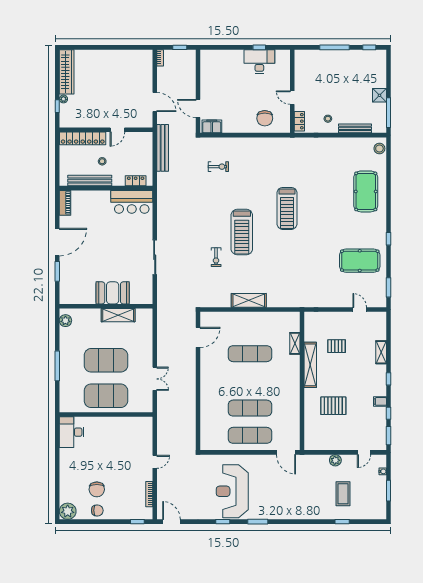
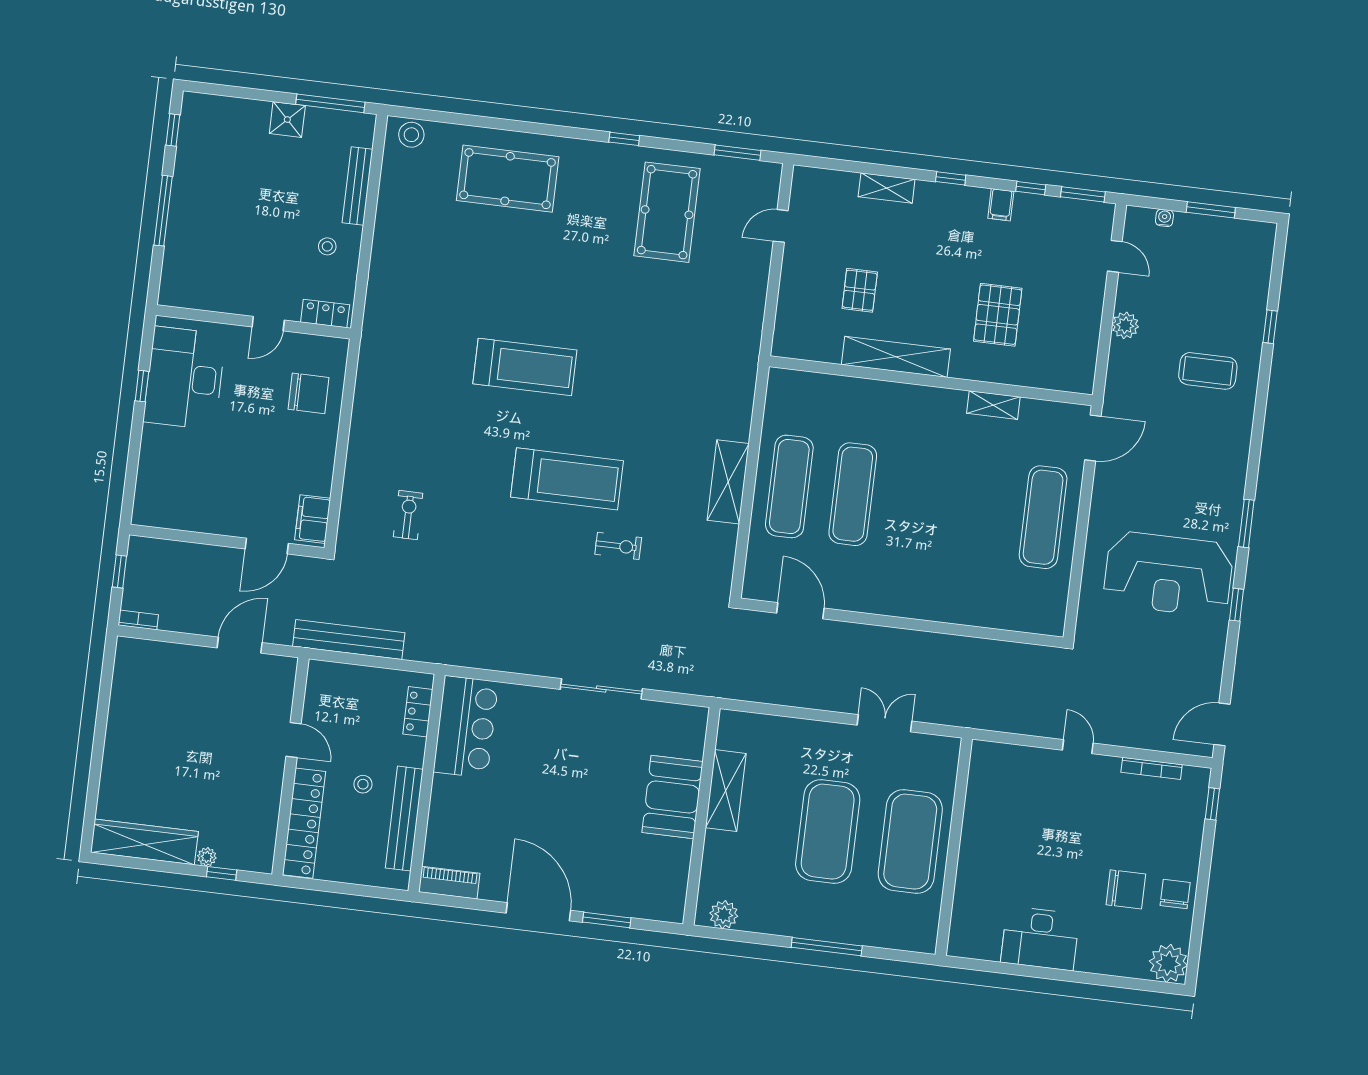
desk: (259, 61) -> (185, 378), width x1.36, depth x1.30
shelving: (295, 343) -> (993, 405), moved
exercise mat: (250, 408) -> (789, 486), moved
desk: (72, 432) -> (1040, 938), moved
coffee table: (343, 494) -> (1208, 371), moved

